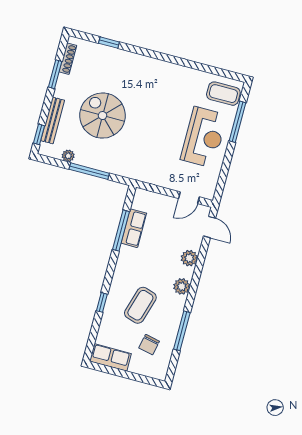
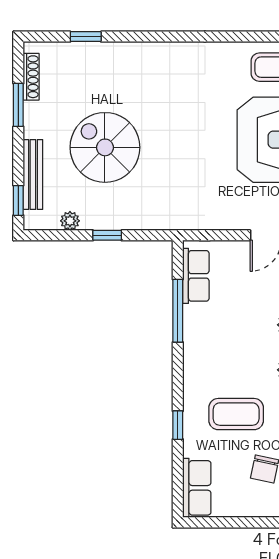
window: (89, 171) -> (107, 235), width x0.46
row of seats: (134, 228) -> (196, 276), moved
coffee table: (140, 305) -> (236, 414), turned 73
row of seats: (110, 357) -> (197, 488), moved, turned 90

